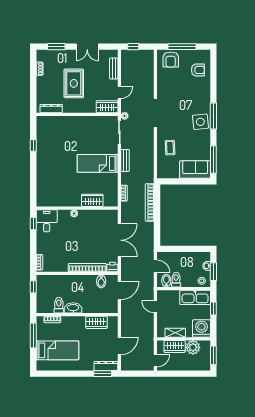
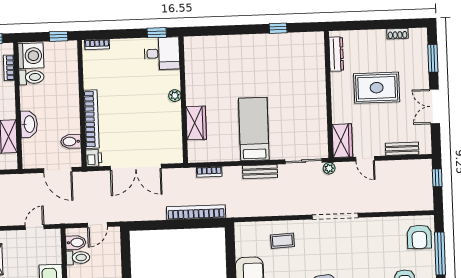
armchair: (171, 59) -> (419, 237), turned -90
washing machine: (45, 305) -> (31, 56), added
washbasin: (73, 308) -> (29, 124), moved

